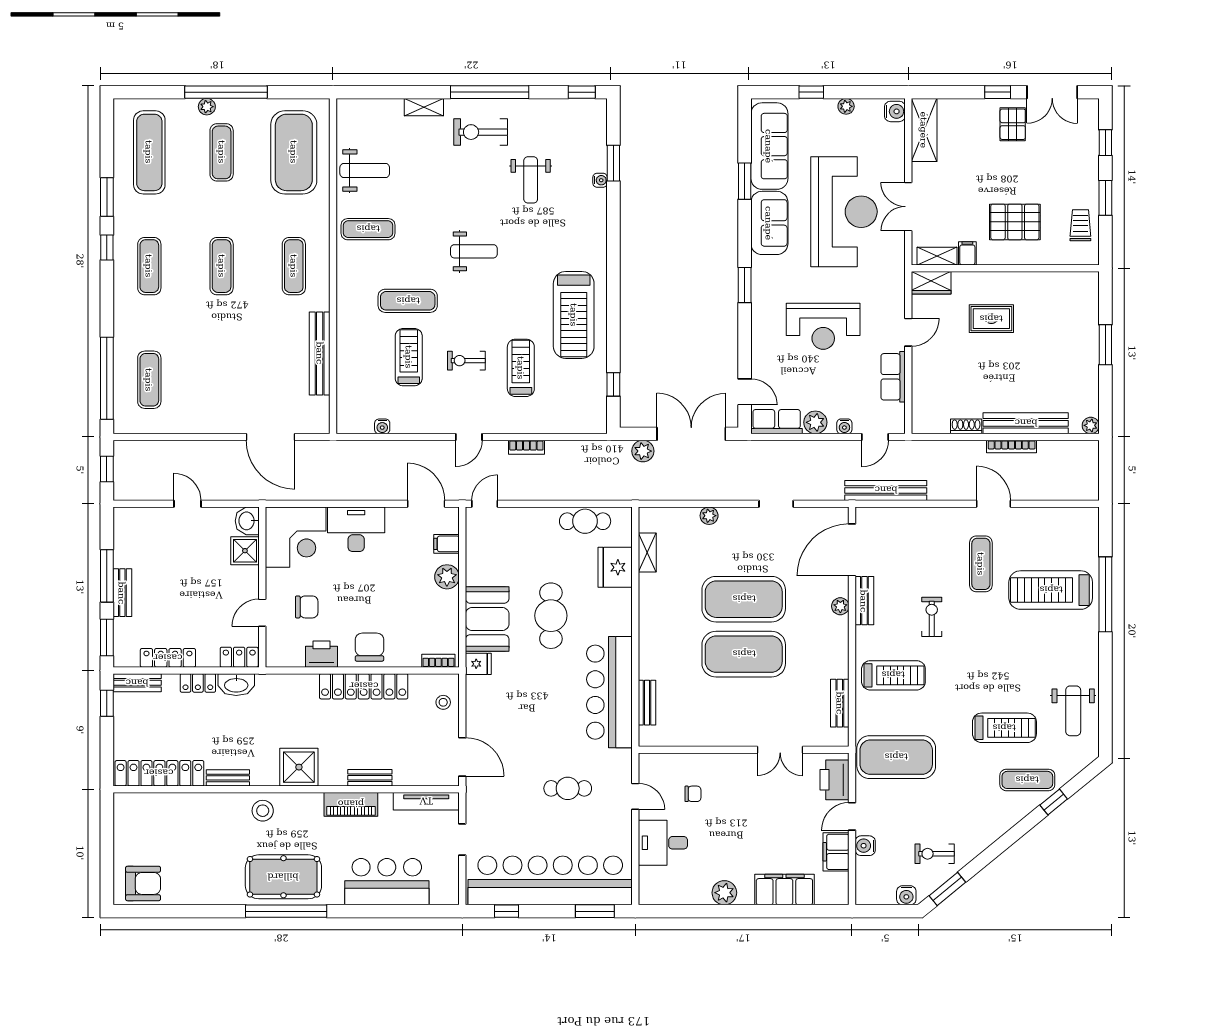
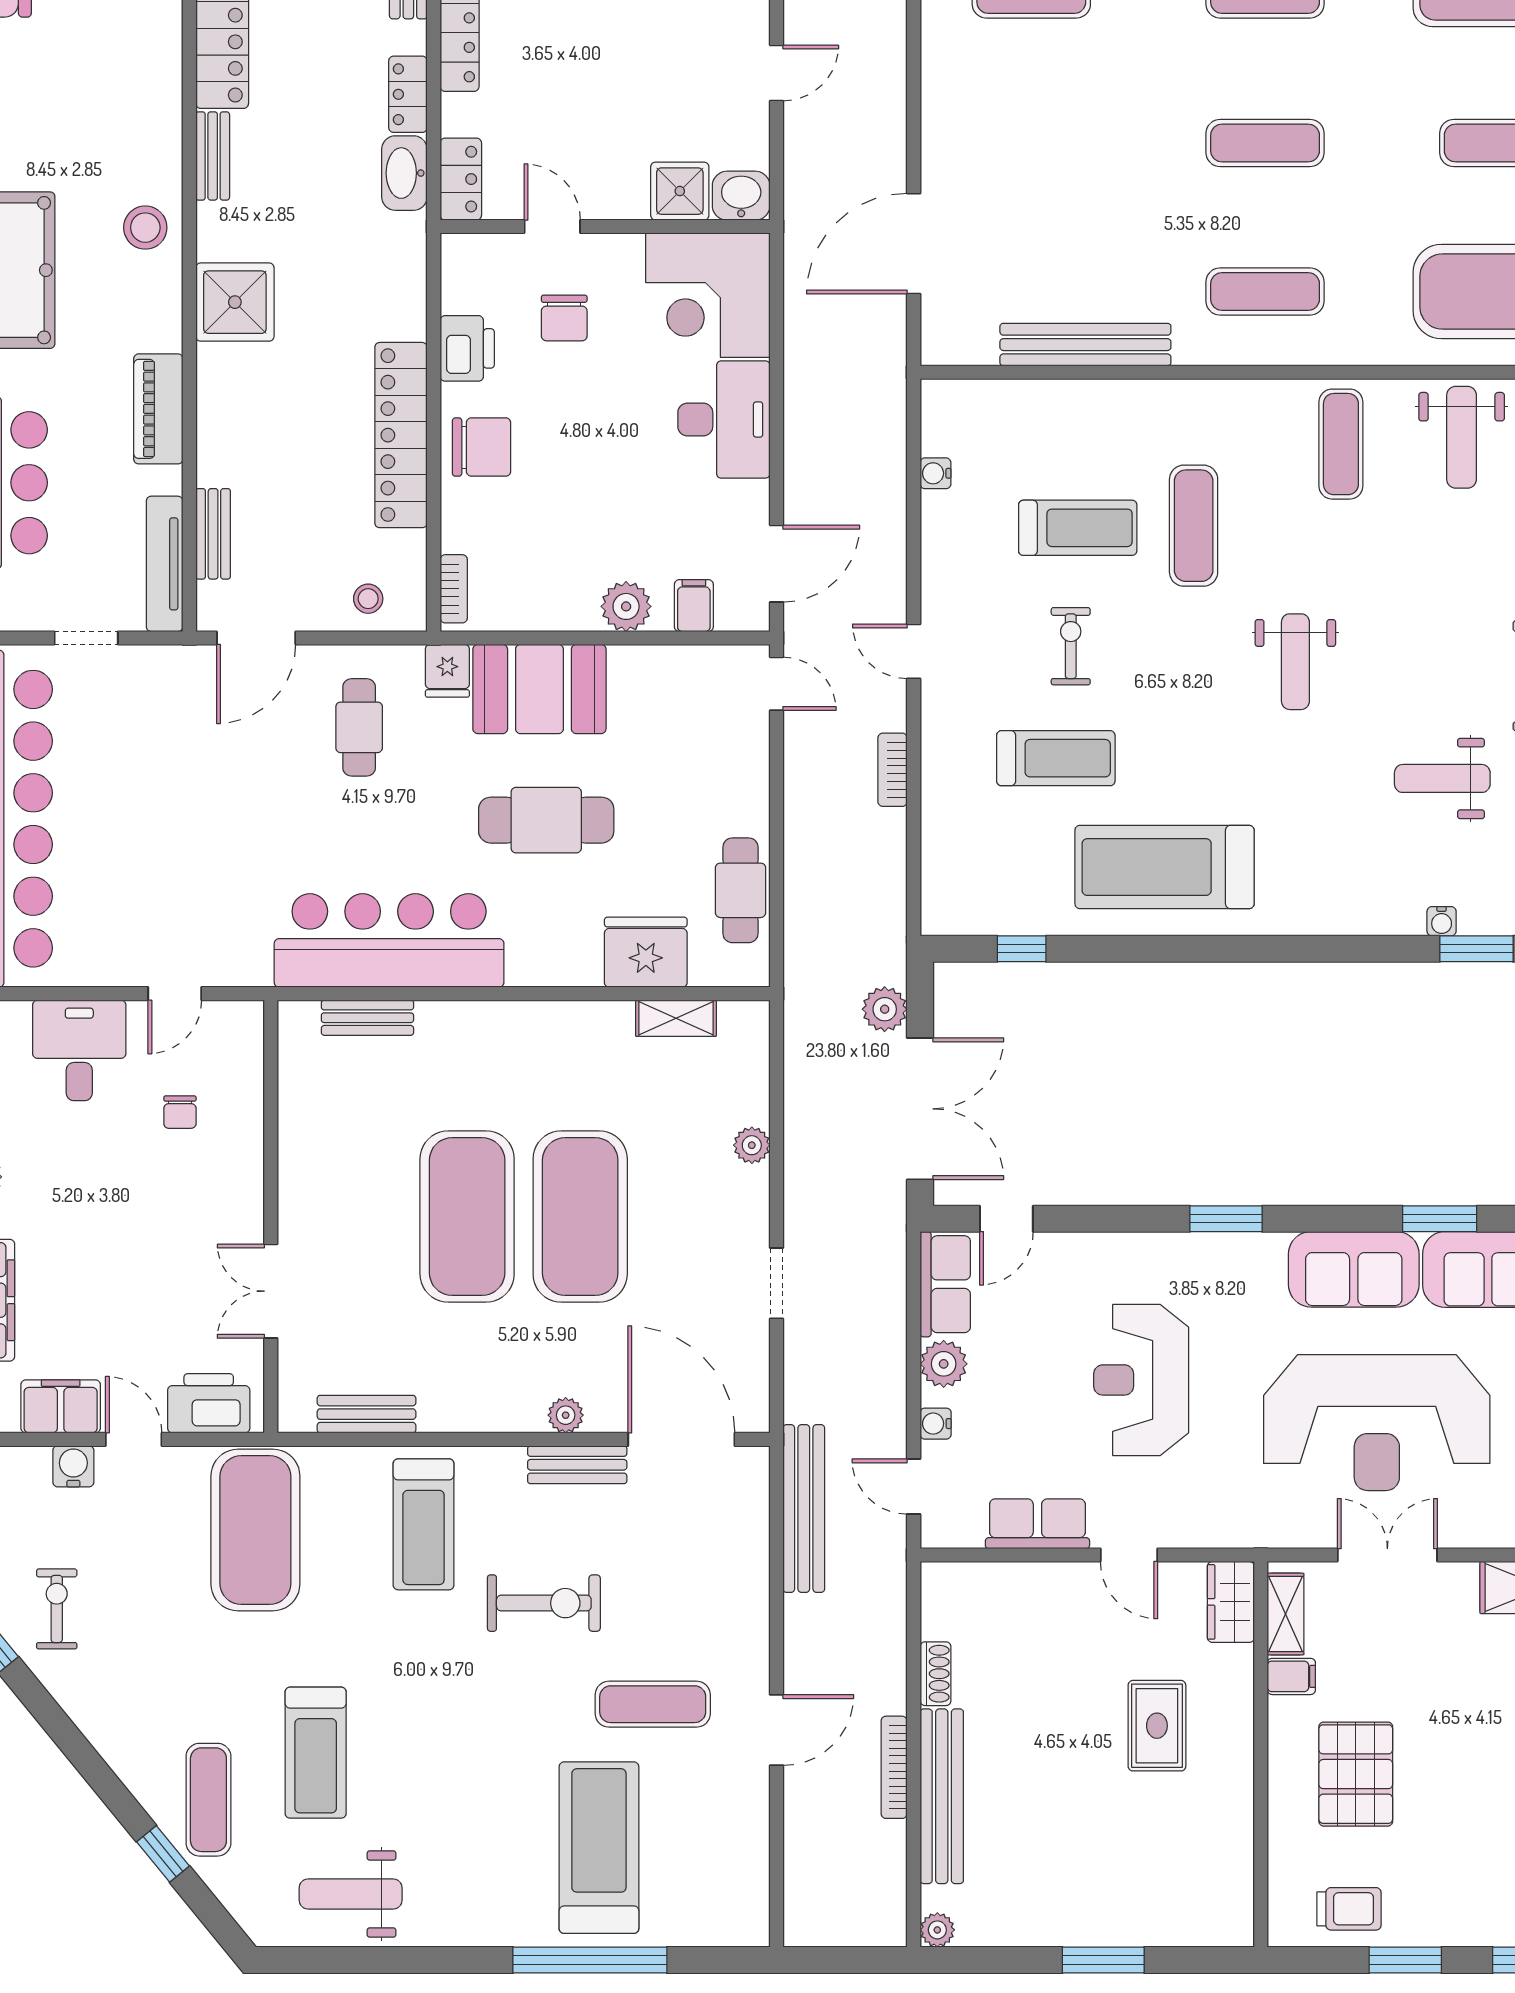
exercise bike: (932, 617) -> (544, 1603), width x1.38, depth x1.39
bench: (370, 778) -> (213, 534), moved
cafe table: (568, 788) -> (359, 727), moved

